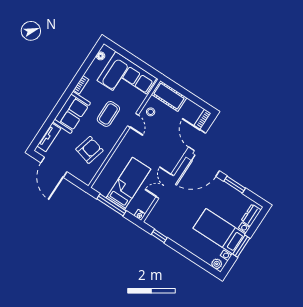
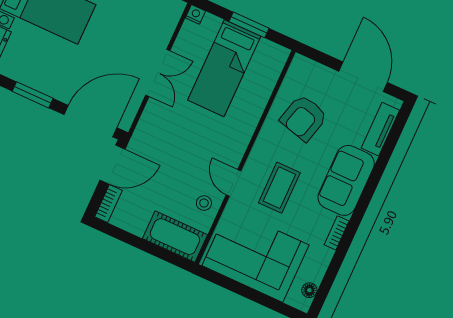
door: (197, 140) -> (112, 165), hinge flipped
window: (112, 205) -> (249, 25), width x0.69

